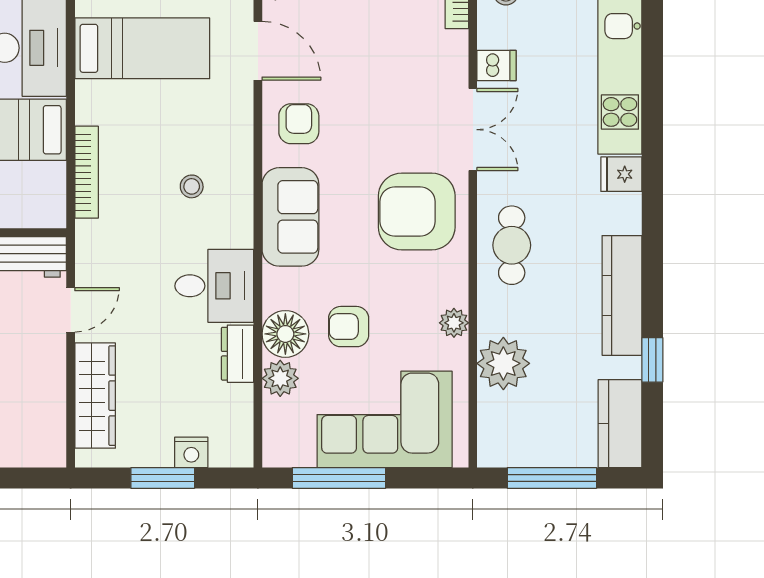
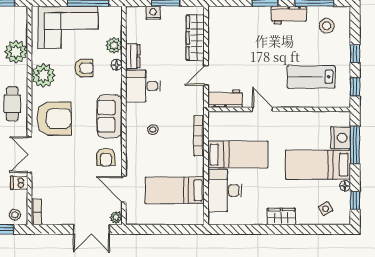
plant: (454, 323) -> (43, 75), width x1.88, depth x1.88
floor lamp: (285, 334) -> (117, 65), width x0.53, depth x0.53

